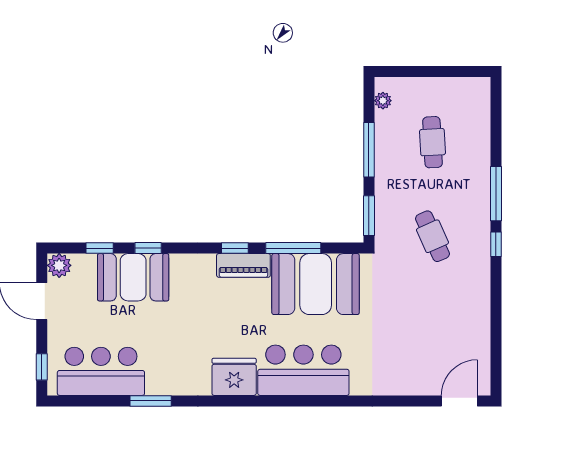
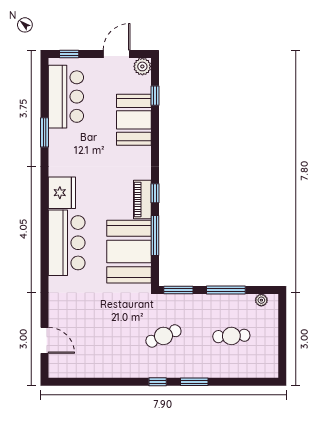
window: (496, 194) -> (194, 382), width x0.69
window: (148, 248) -> (155, 131), removed
door: (459, 401) -> (45, 340), moved

